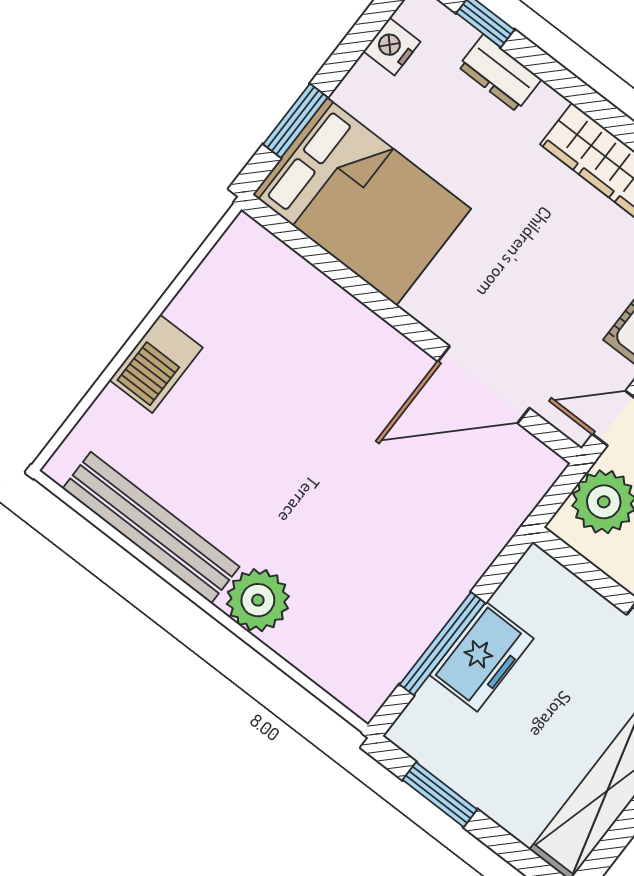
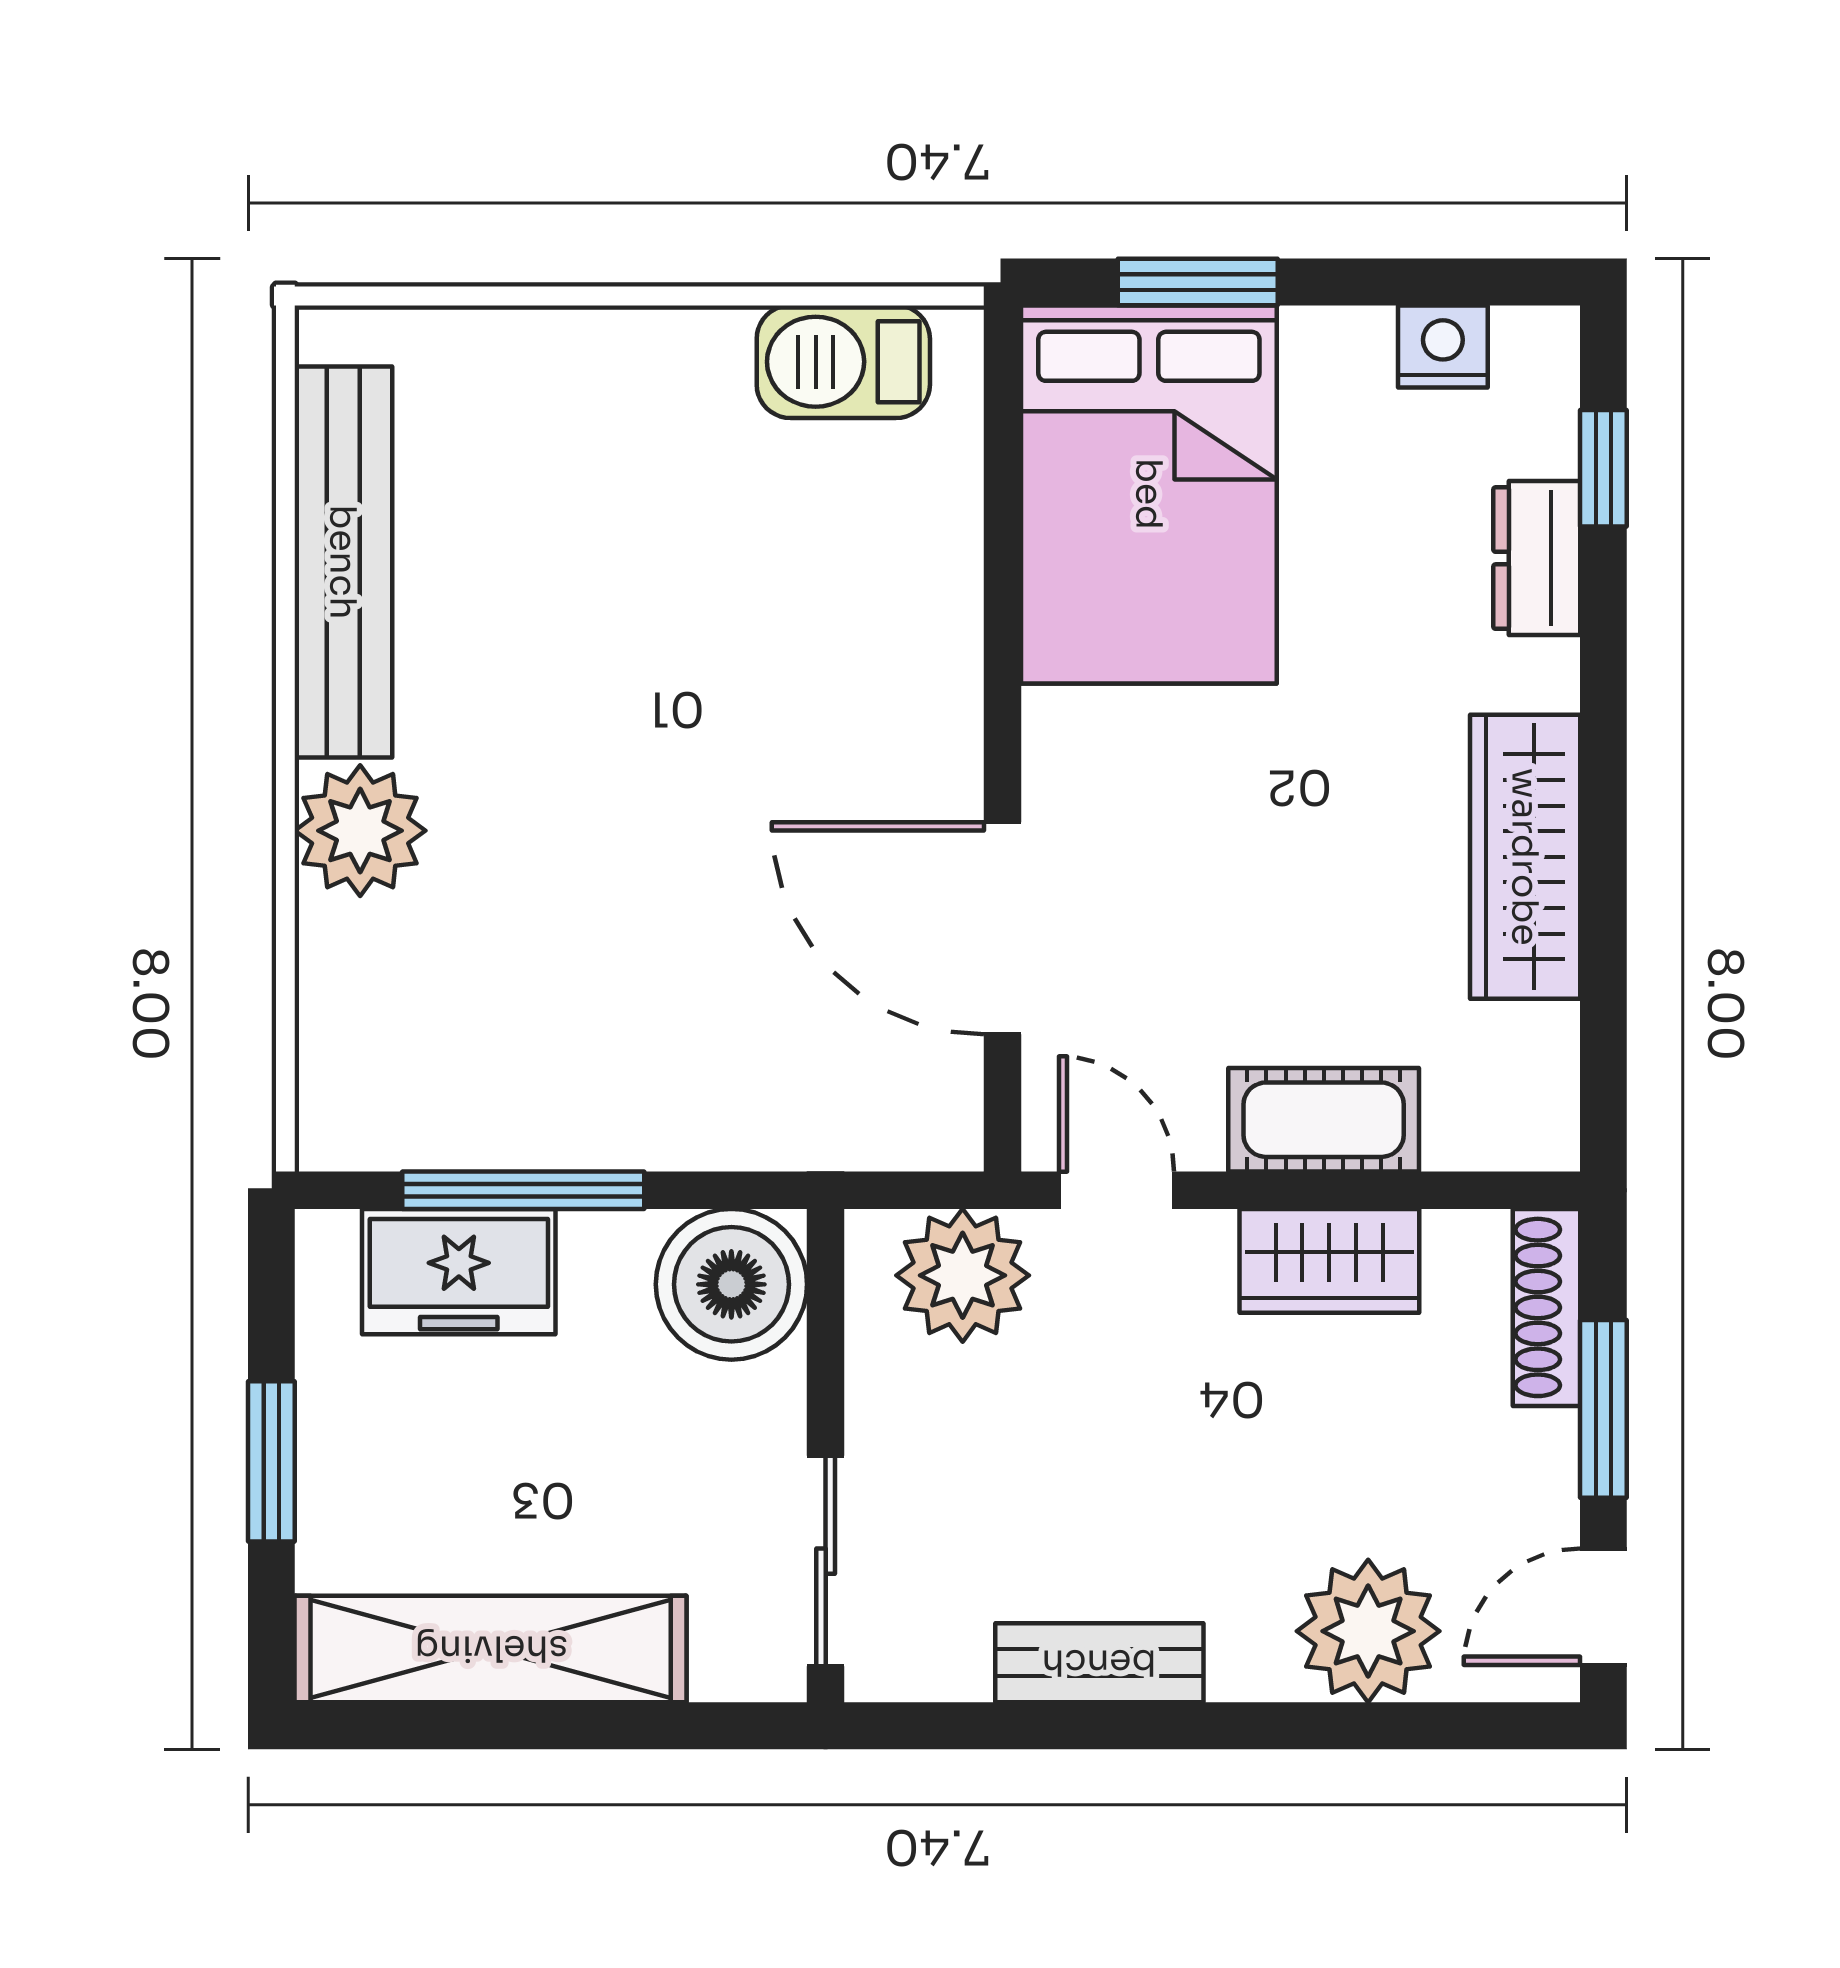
barbecue: (156, 364) -> (843, 362), moved
boiler: (539, 592) -> (731, 1284), added
freezer: (482, 657) -> (459, 1272), moved
window: (440, 795) -> (271, 1461), moved

